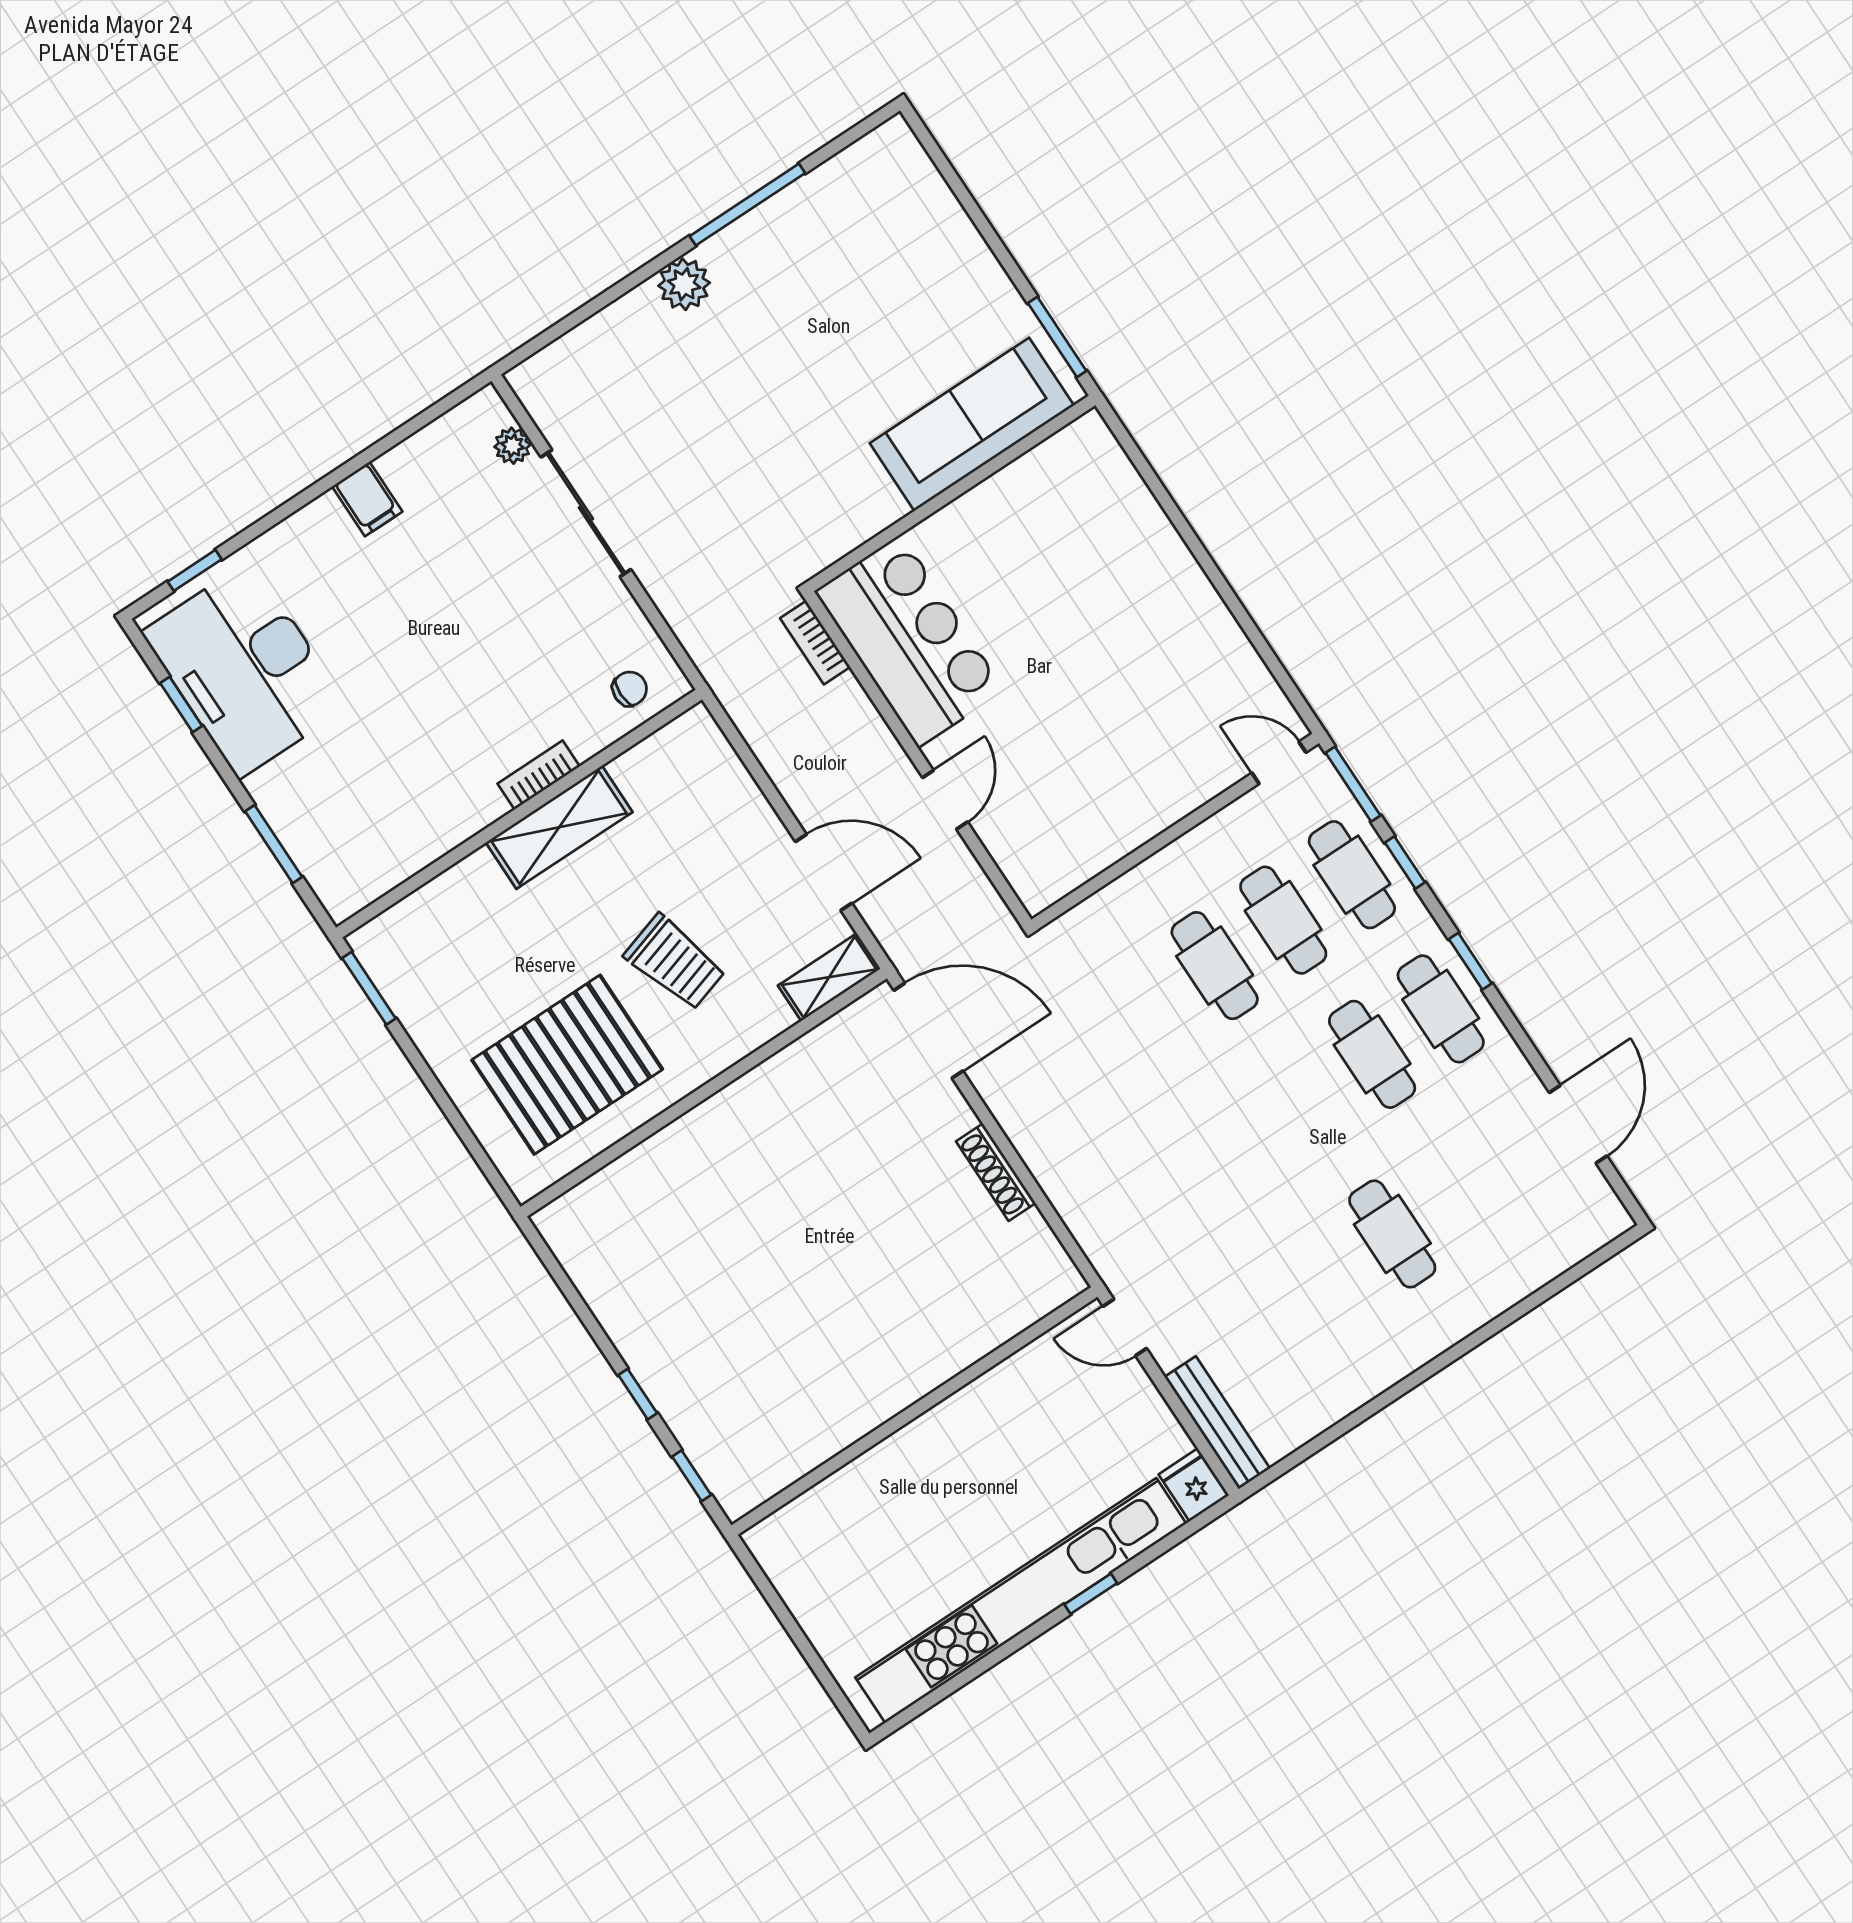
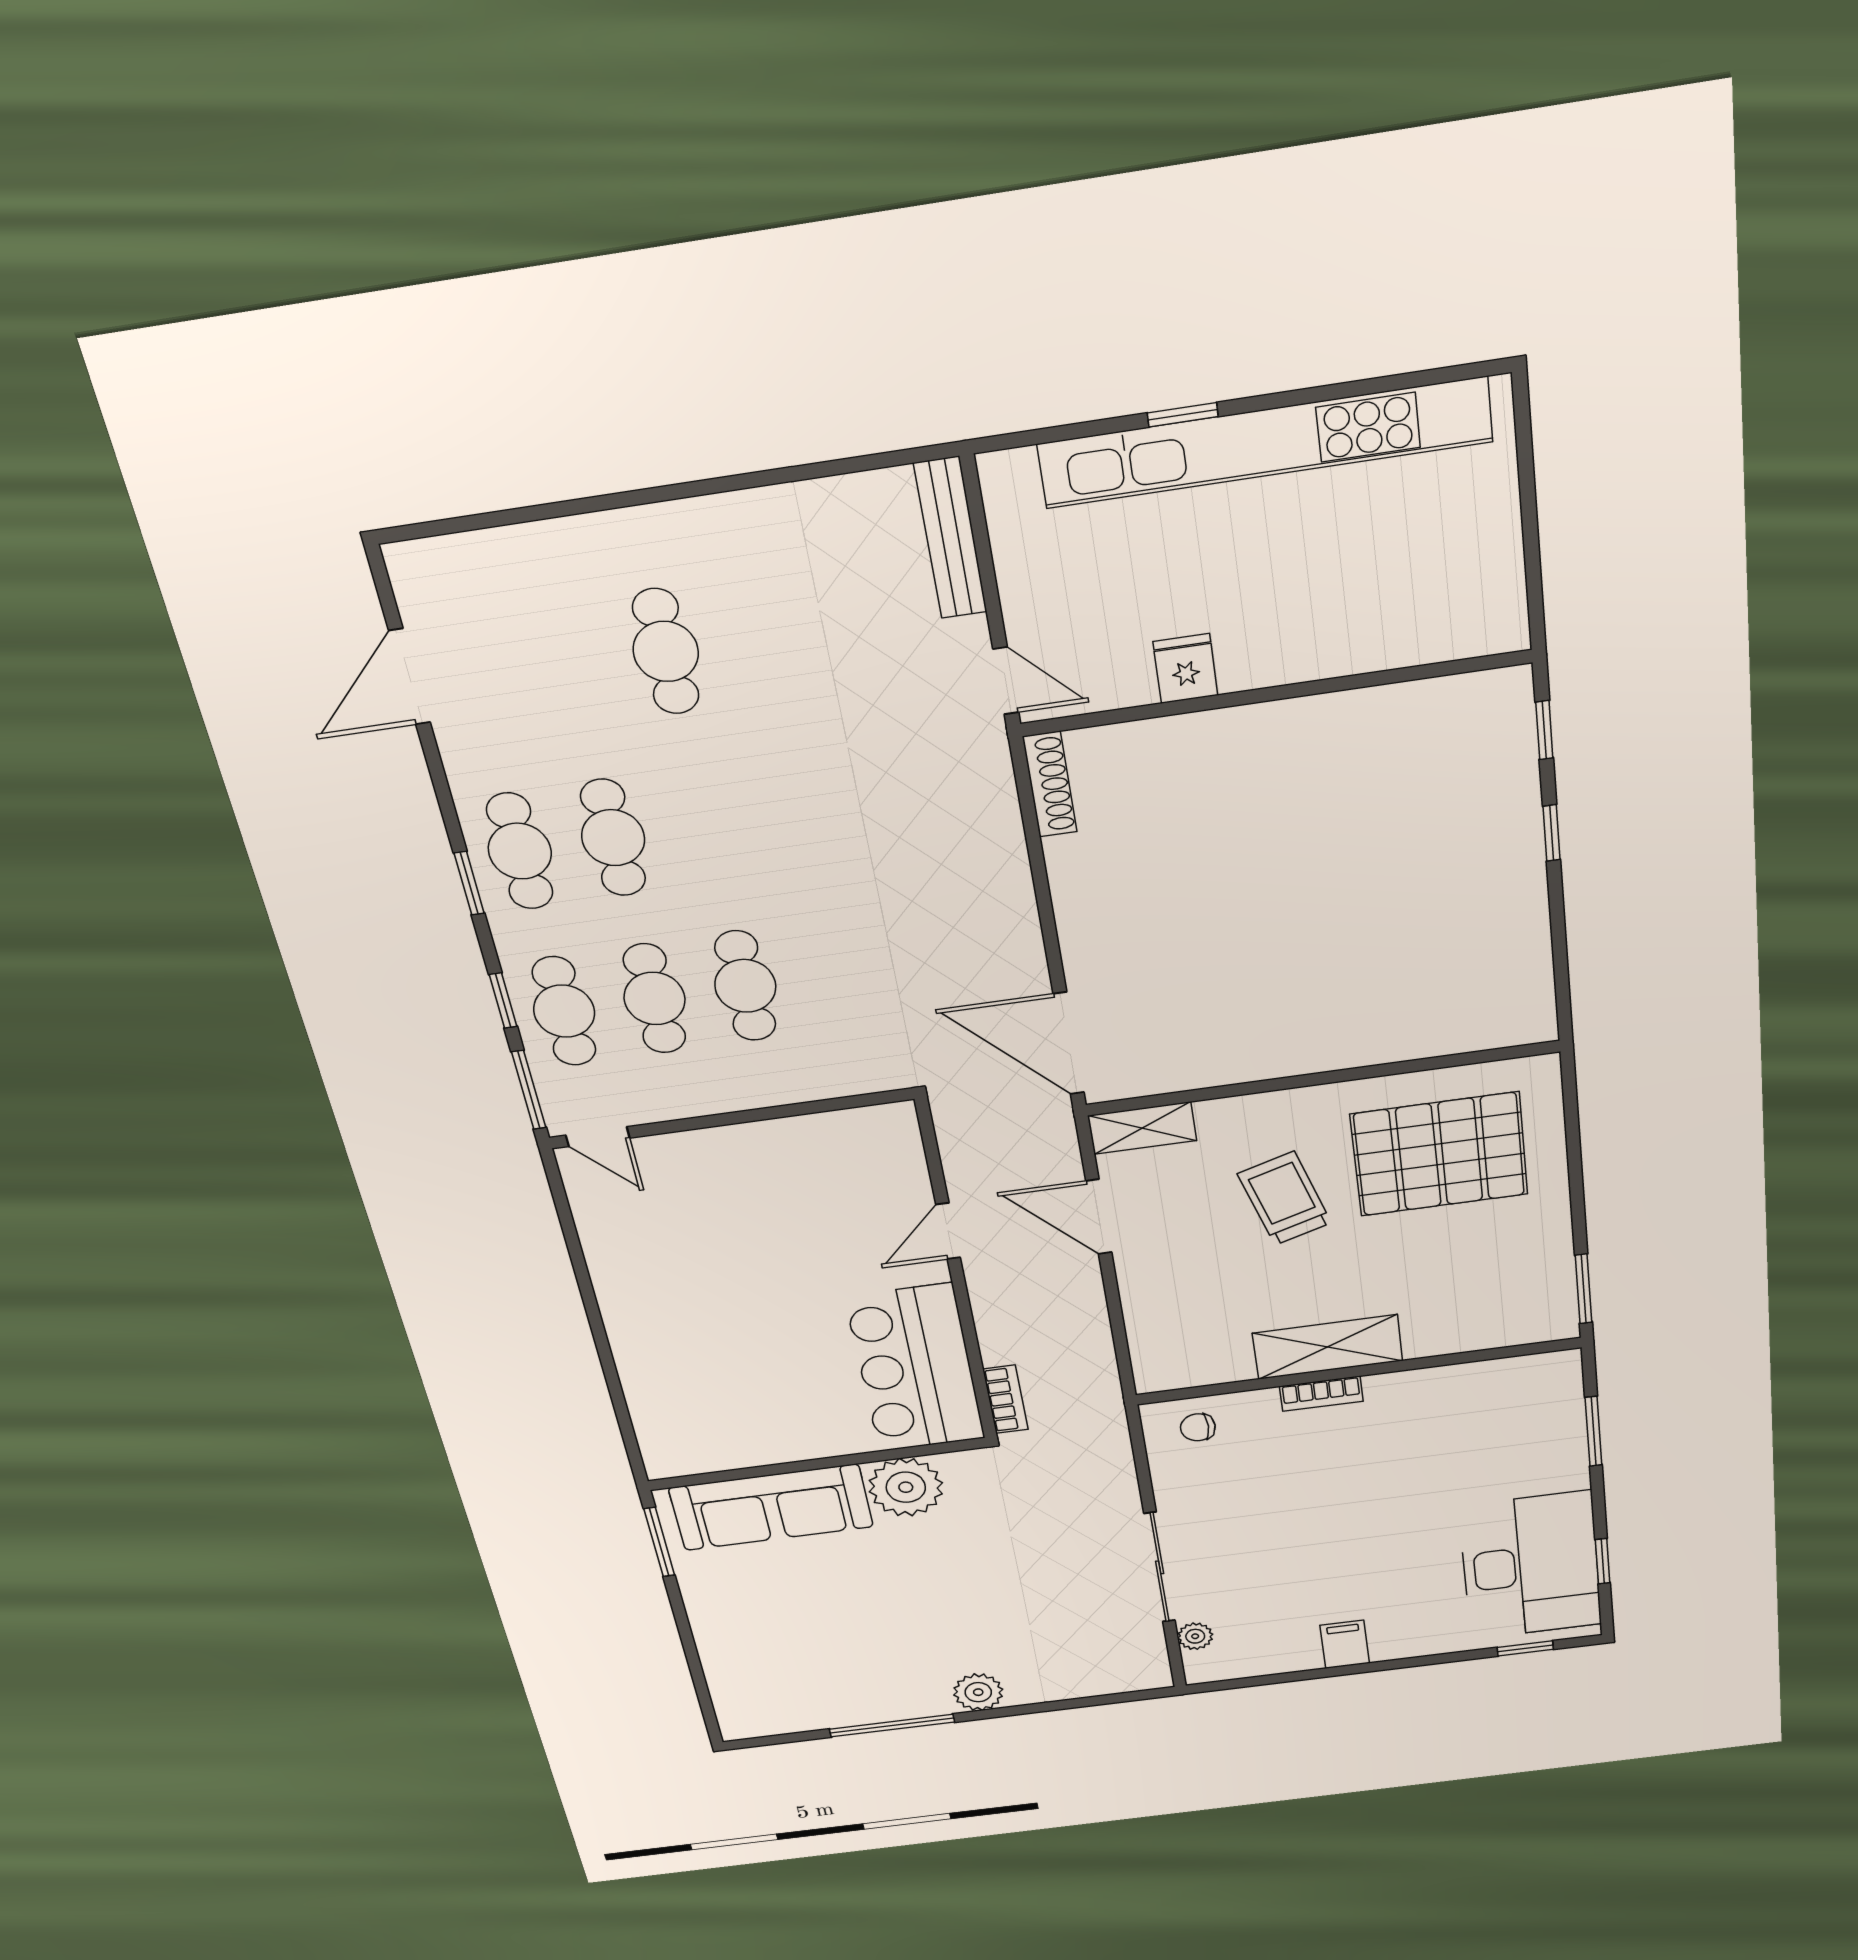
plant: (860, 503) -> (906, 1487), added
shoe rack: (996, 1172) -> (1050, 784), moved
fridge: (1194, 1485) -> (1185, 669), moved, turned 180

